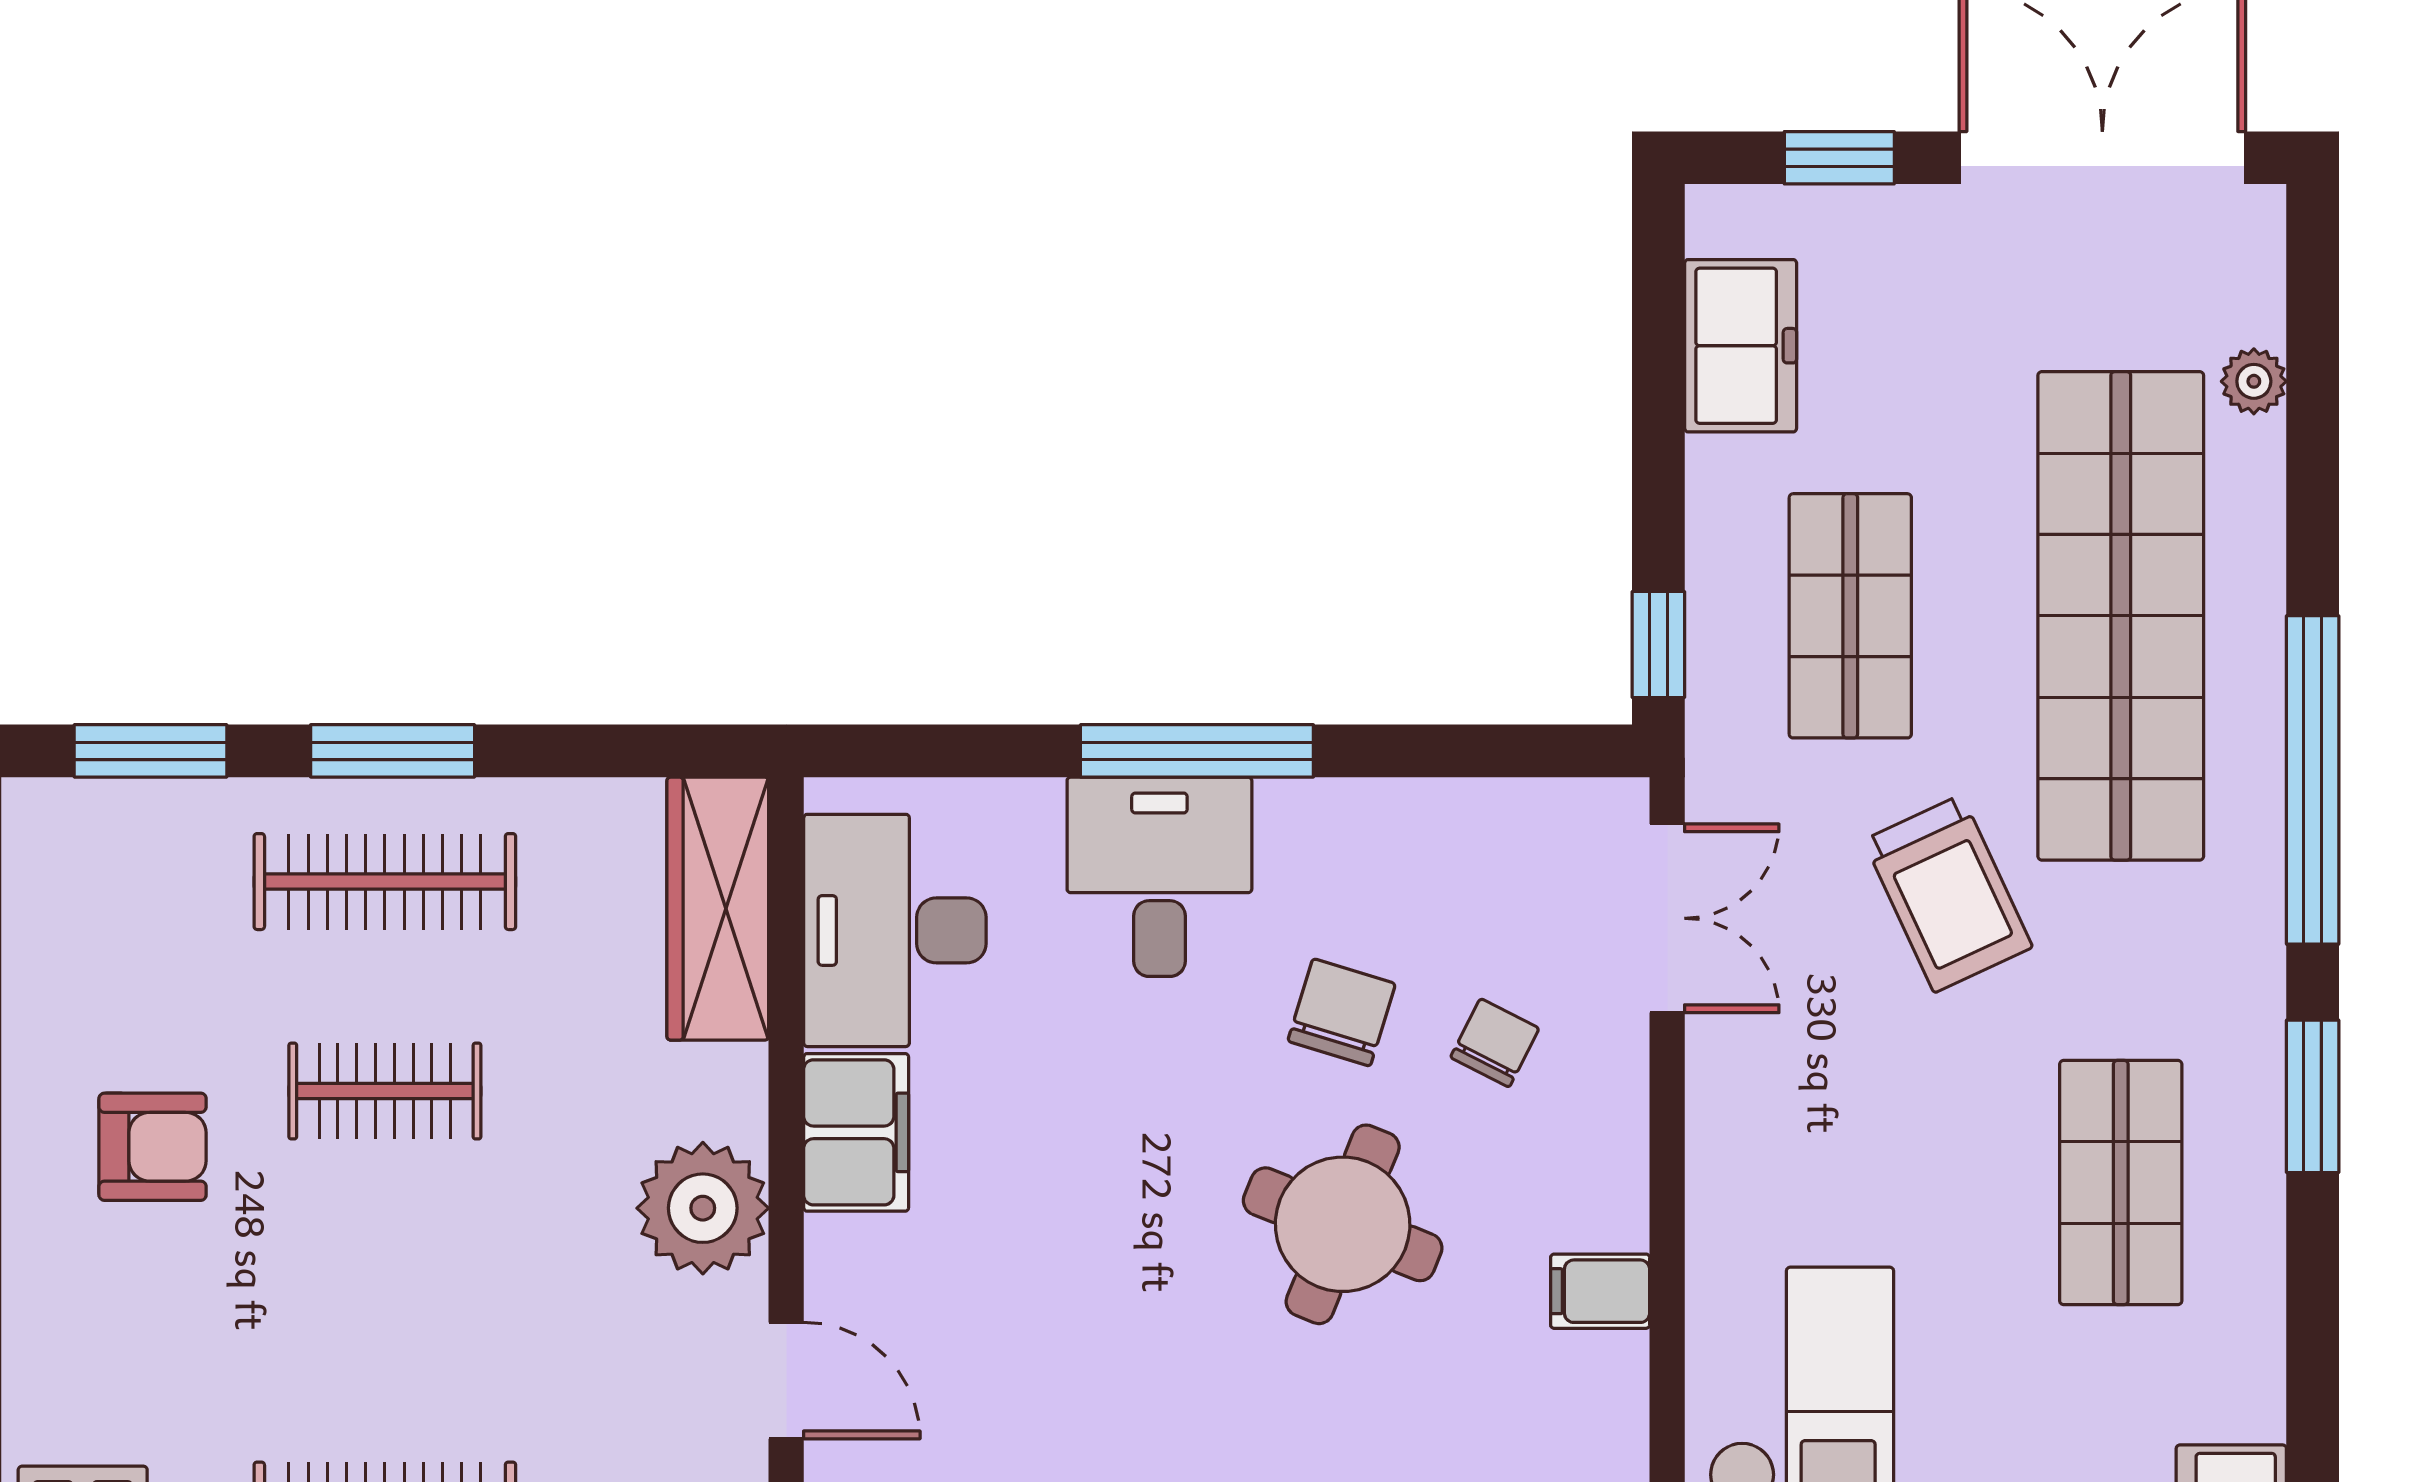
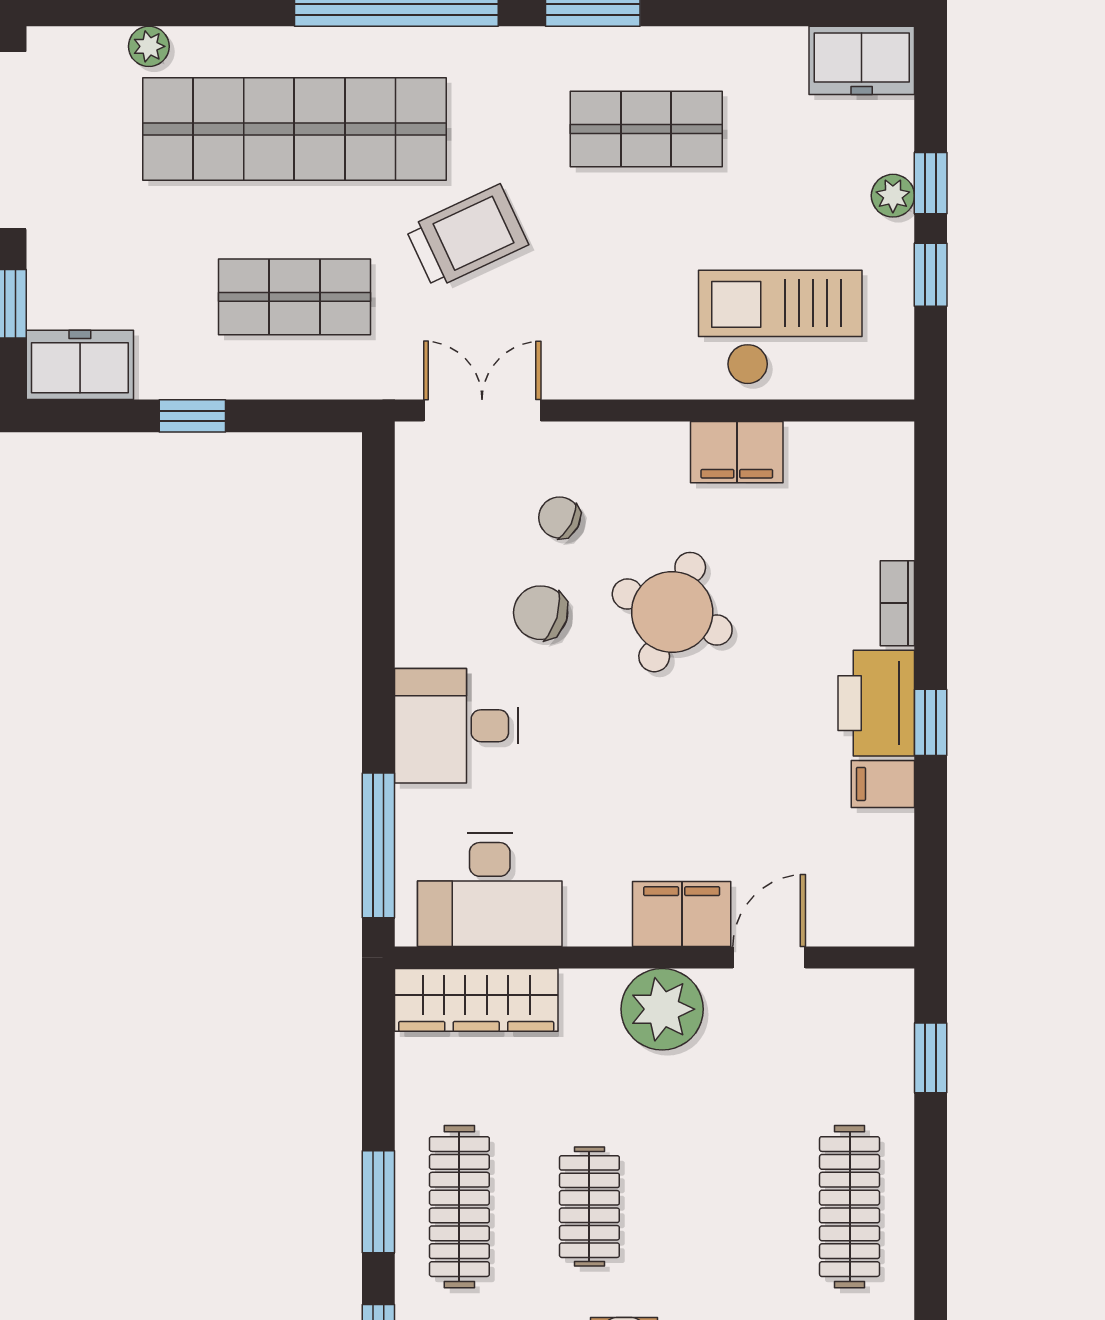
freezer: (1741, 346) -> (80, 365), moved
window: (1658, 645) -> (192, 416), moved
window: (1197, 751) -> (378, 845), moved
filing cabinet: (856, 1132) -> (682, 914), moved
filing cabinet: (1600, 1291) -> (737, 452), width x2.00

